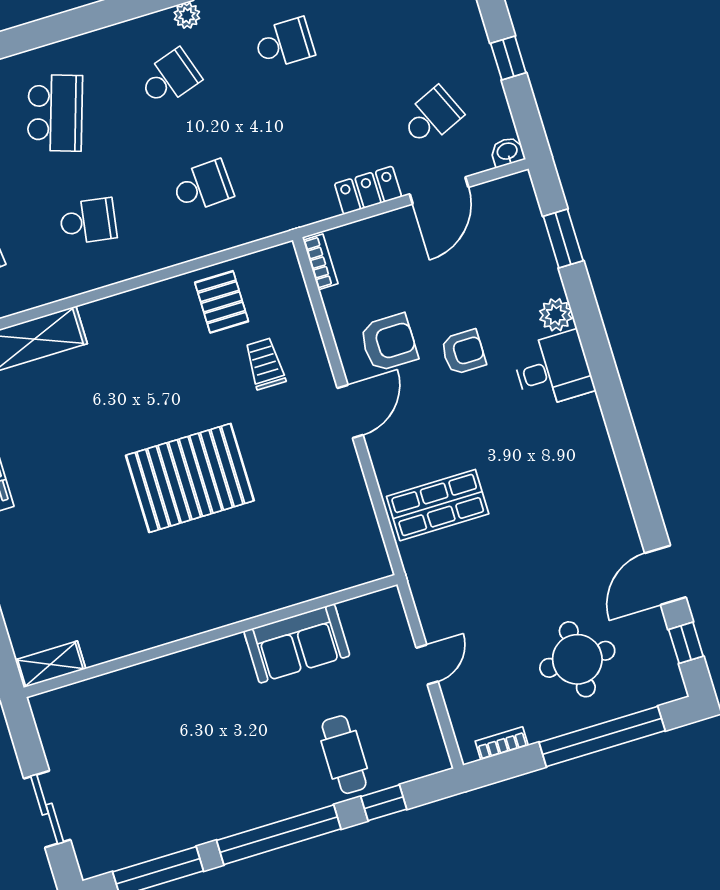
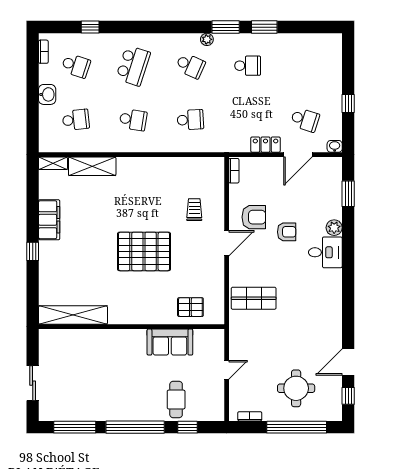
school desk: (170, 78) -> (190, 66), turned 42
school desk: (432, 117) -> (305, 120), turned 42
pallet: (222, 302) -> (190, 307), moved, turned 90
shelving: (50, 664) -> (73, 315), width x2.20, depth x1.33

